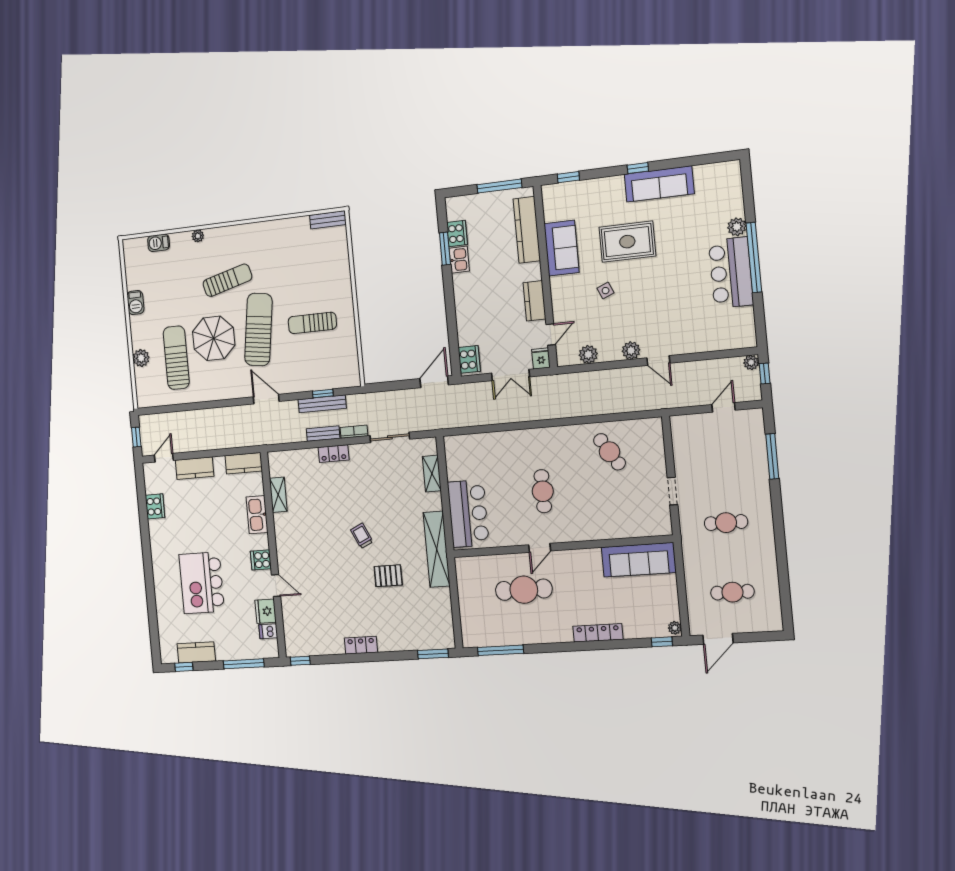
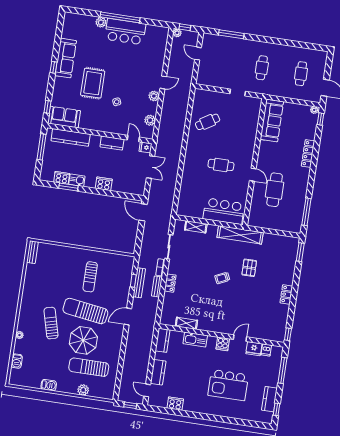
sofa: (562, 248) -> (64, 117), moved
cooker: (469, 359) -> (104, 184), moved

